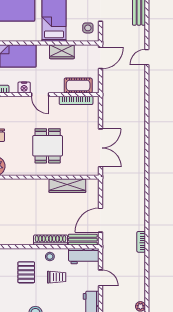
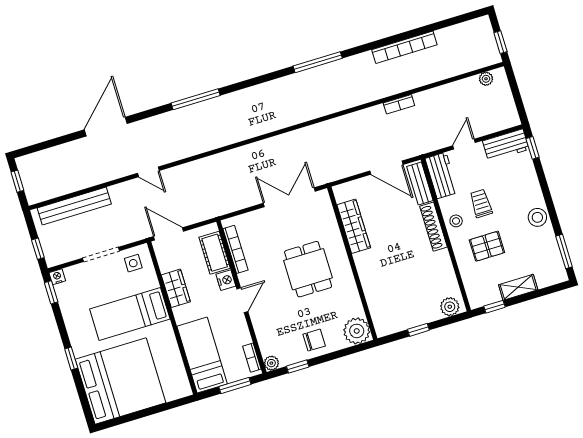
nightstand: (24, 87) -> (226, 280), moved
dining table: (48, 146) -> (308, 269), turned 90

